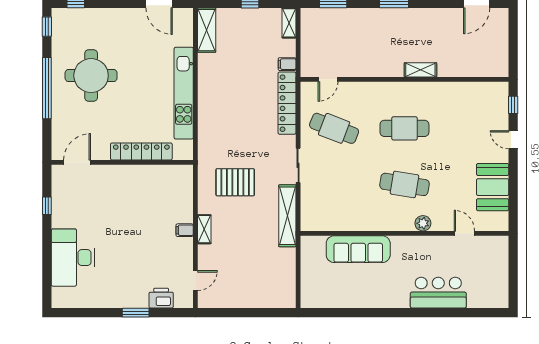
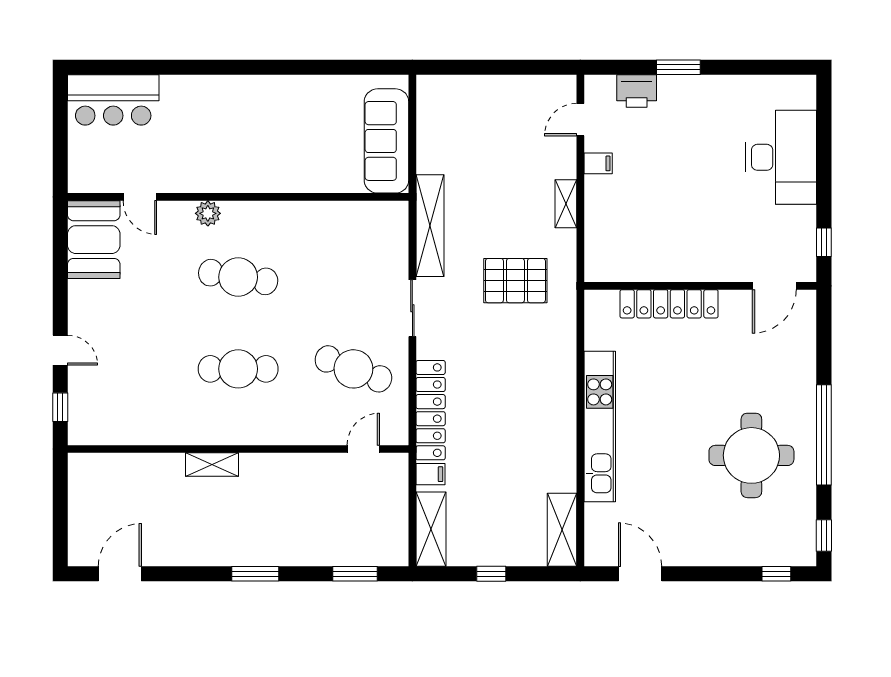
shelving: (289, 23) -> (431, 529), width x1.50, depth x1.33
locker: (141, 151) -> (669, 304), moved
door: (77, 162) -> (774, 286), moved
wall: (122, 162) -> (700, 286), moved
booth: (493, 187) -> (94, 240), moved
filing cabinet: (185, 230) -> (598, 163), moved
sofa: (358, 249) -> (386, 141), moved, turned -90
bar counter: (438, 293) -> (113, 100), moved

